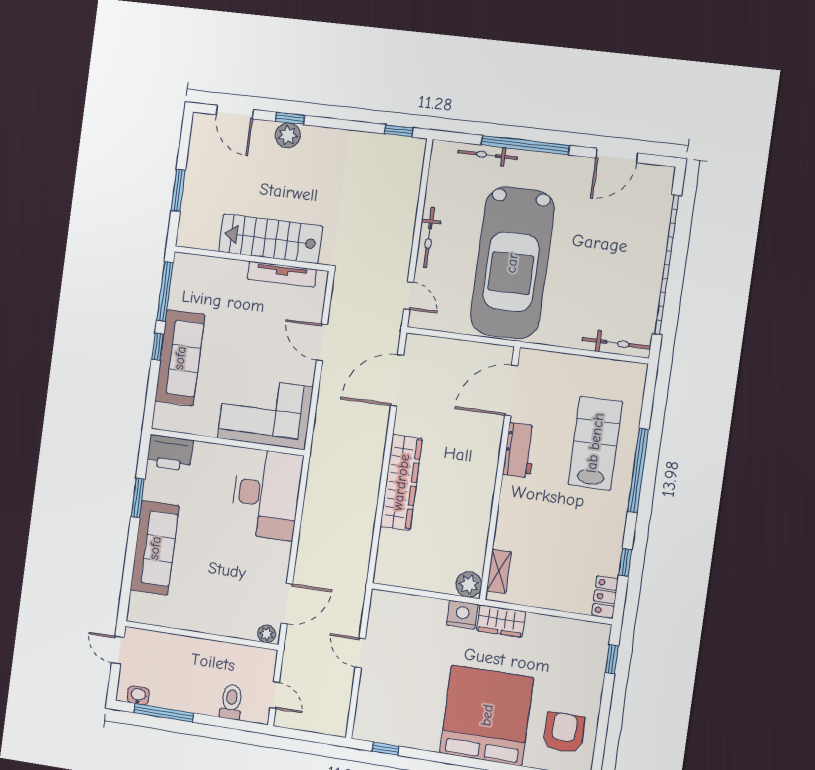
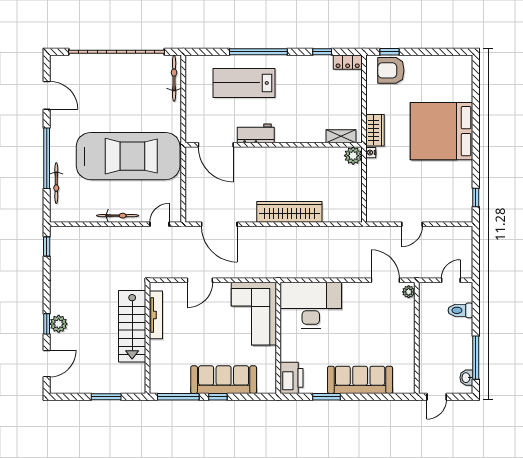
nightstand: (462, 615) -> (371, 153), width x0.53, depth x0.56
armchair: (564, 733) -> (391, 70), moved

